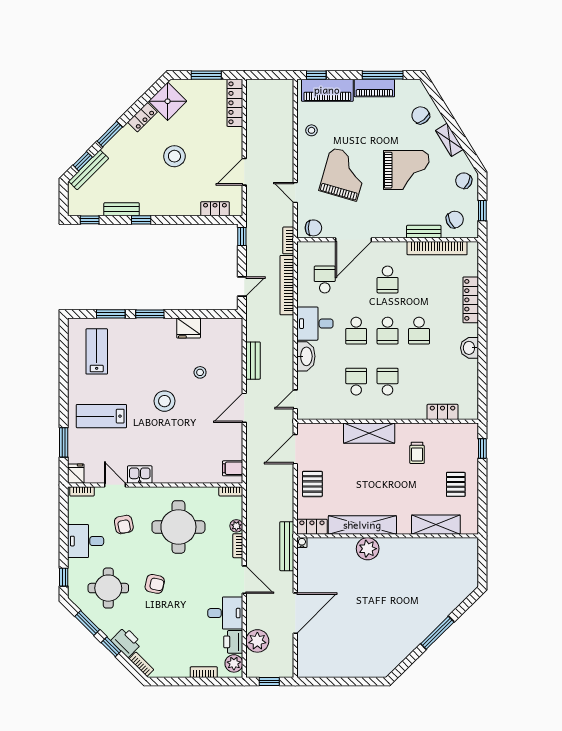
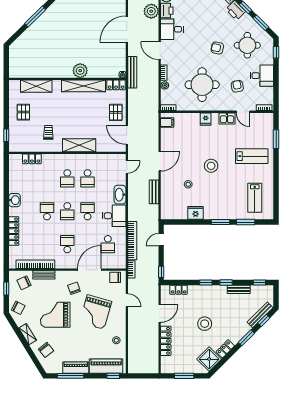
locker: (235, 103) -> (166, 341), moved
chair: (377, 211) -> (74, 288), added
window: (173, 220) -> (206, 283), added
school desk: (388, 331) -> (67, 211), turned 180
door: (295, 449) -> (127, 135), swing flipped
fridge: (76, 474) -> (206, 119), moved

